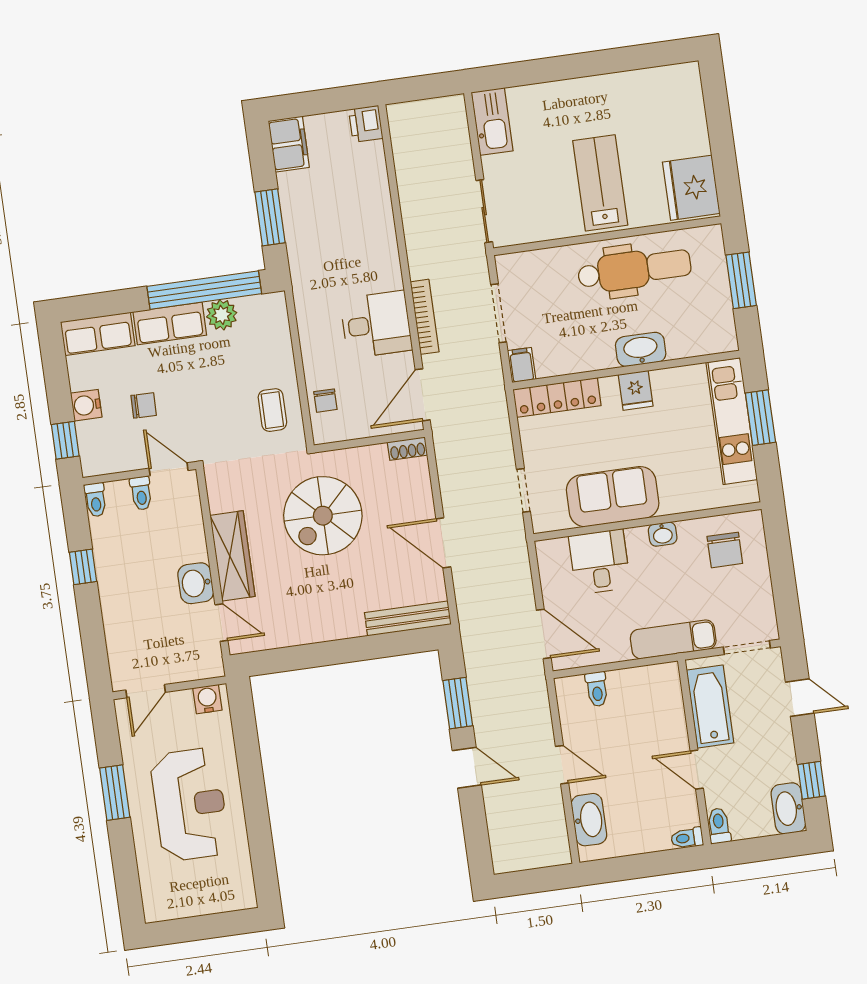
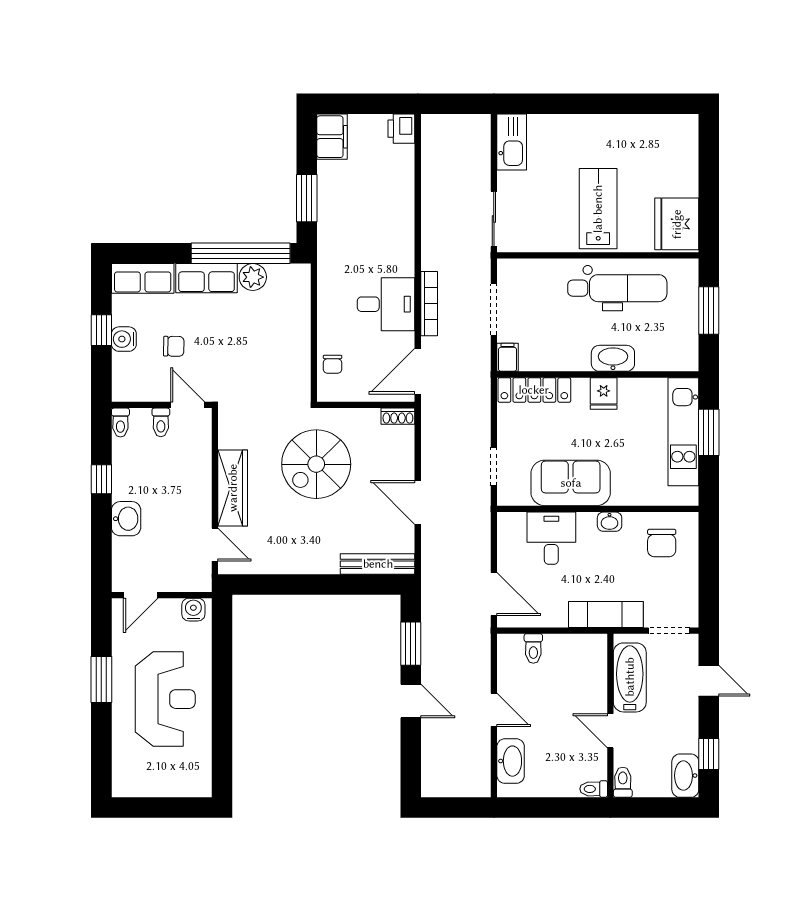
coffee table: (272, 410) -> (285, 366), removed
window: (65, 440) -> (101, 330), moved
washbasin: (196, 583) -> (126, 519), moved, turned 180

